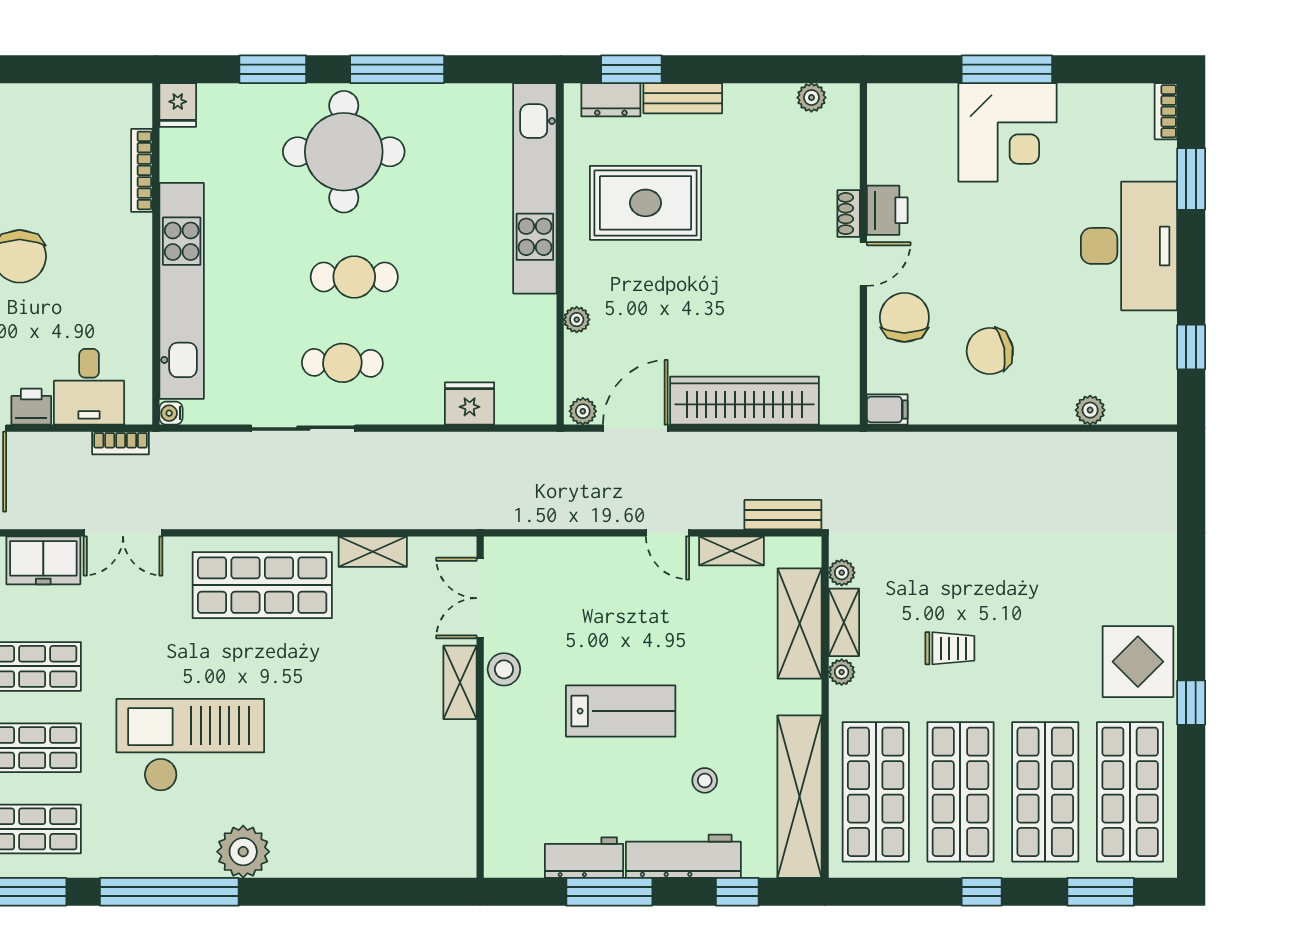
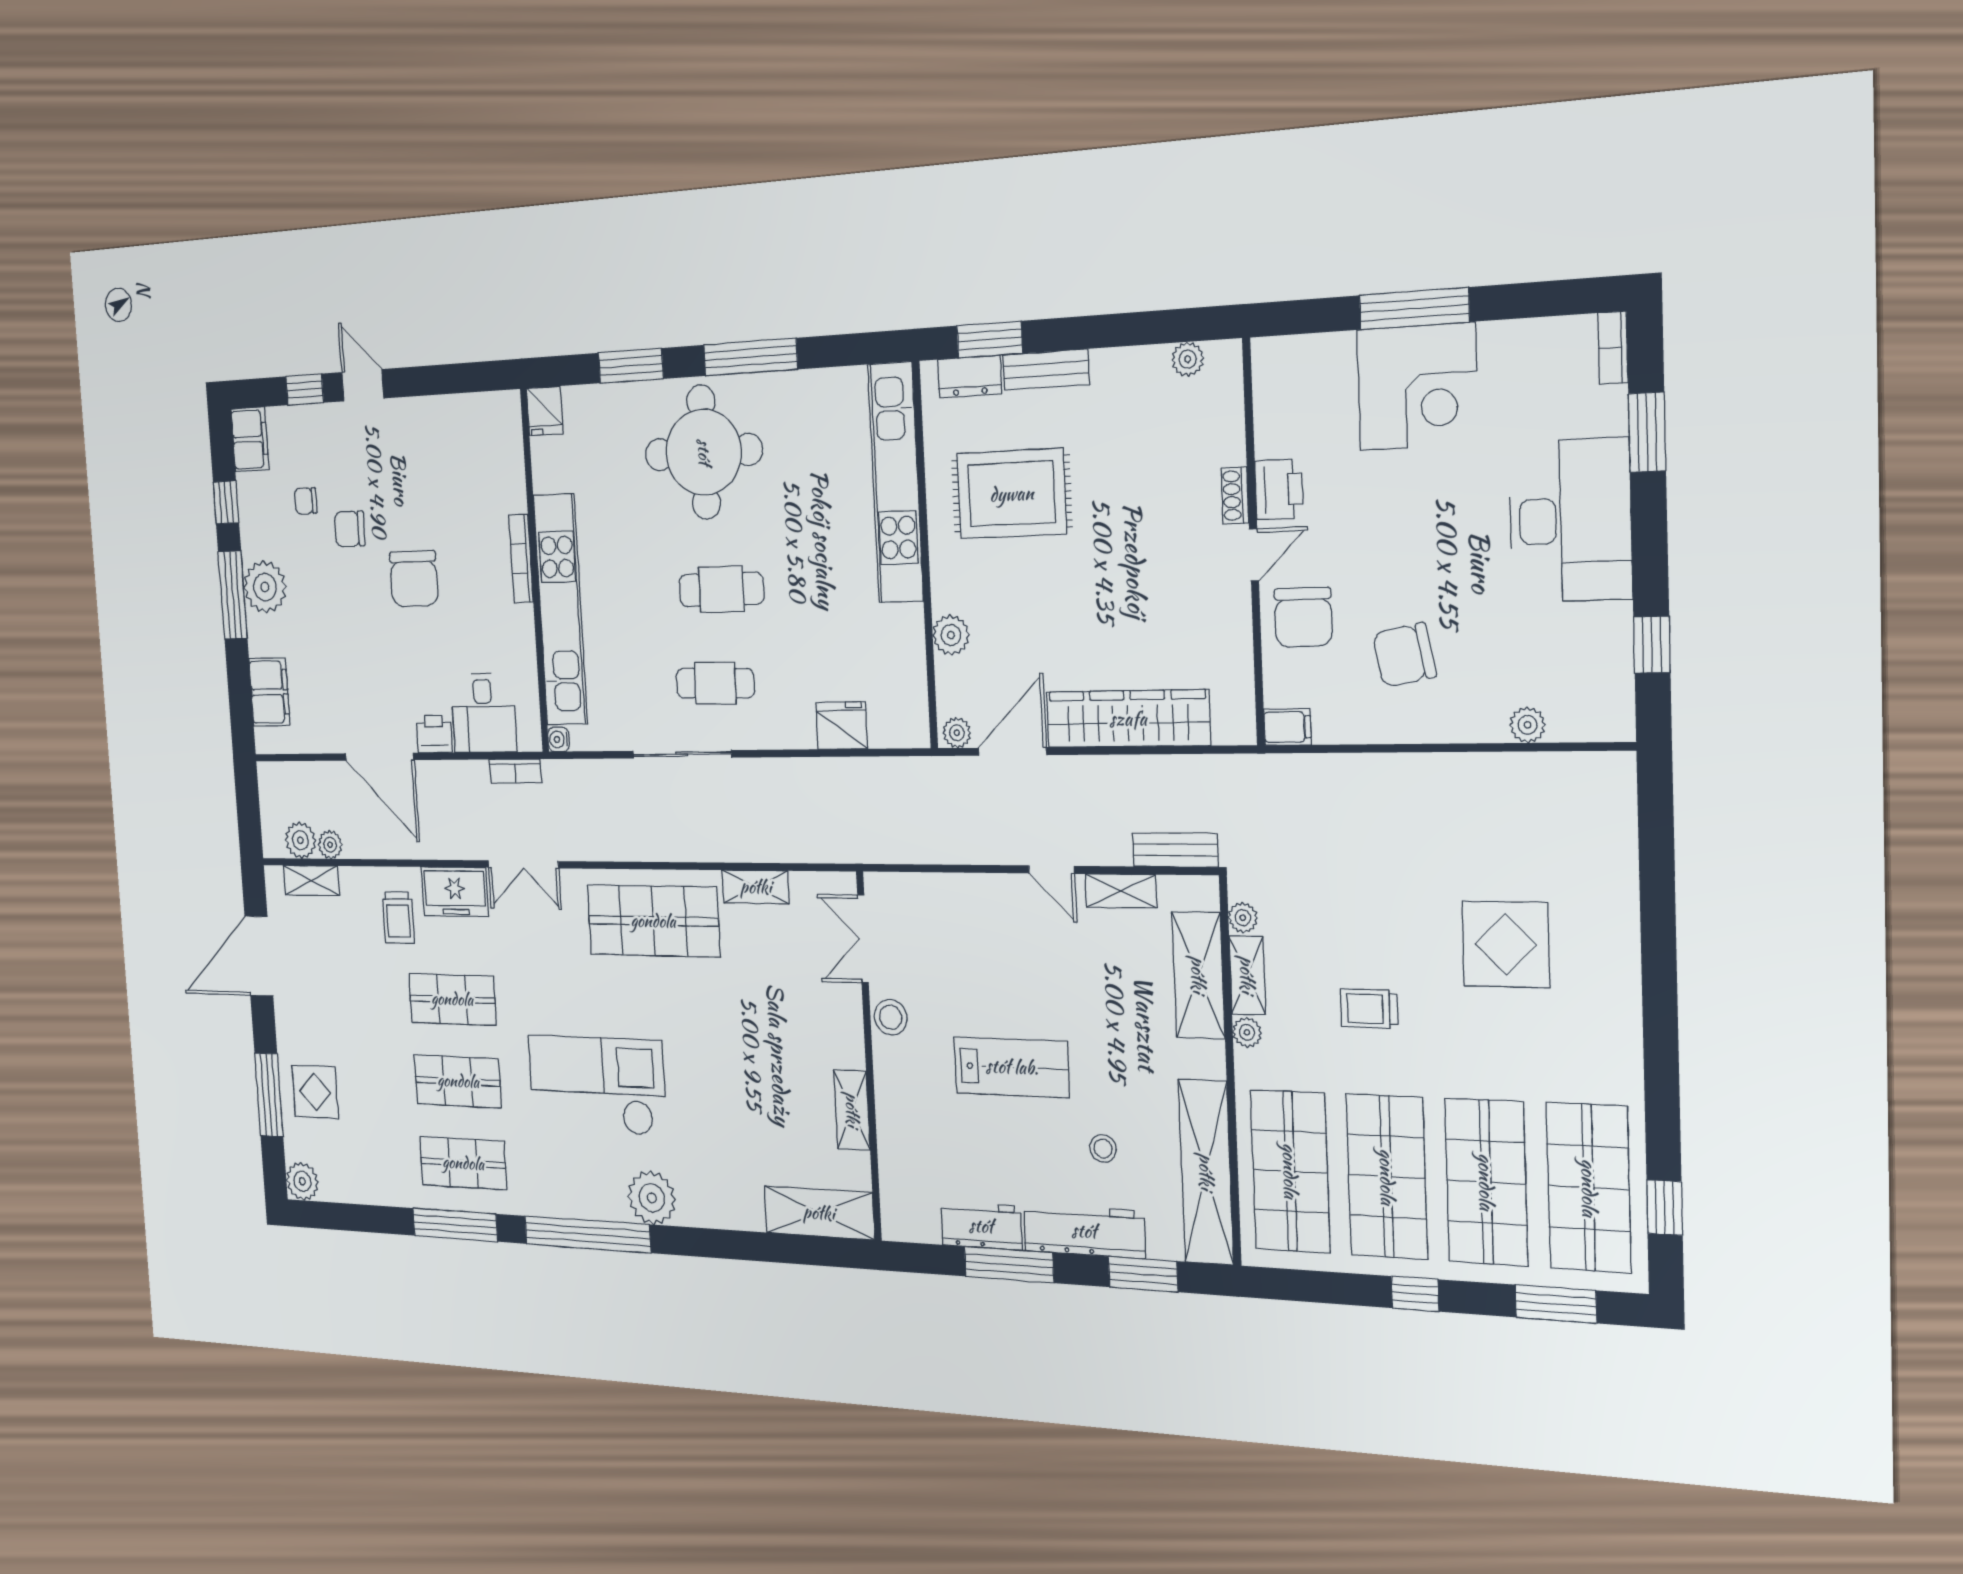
bookcase: (142, 170) -> (521, 559), moved
chair: (904, 317) -> (1303, 617), turned 180
plant: (577, 320) -> (951, 635), width x1.38, depth x1.38
trolley: (950, 648) -> (1369, 1009), turned 180
display table: (1138, 662) -> (1506, 944), moved
shelving: (460, 682) -> (852, 1110), moved
window: (1191, 703) -> (1665, 1208), moved
shelving: (421, 856) -> (819, 1213), added
window: (737, 892) -> (1143, 1274), width x1.50

